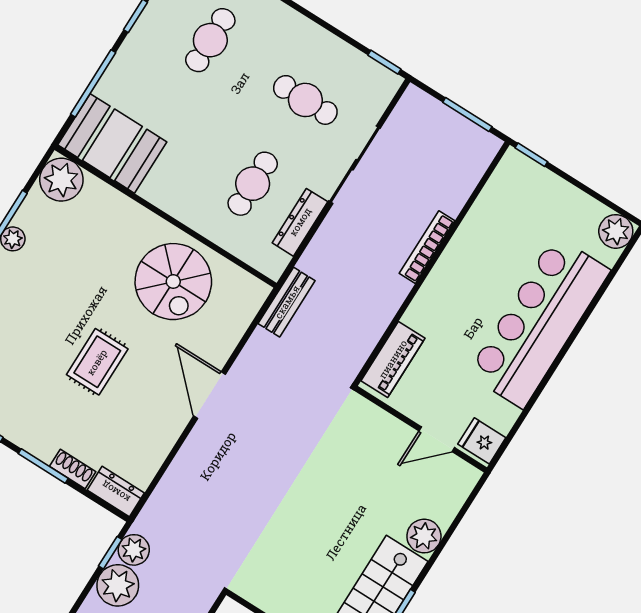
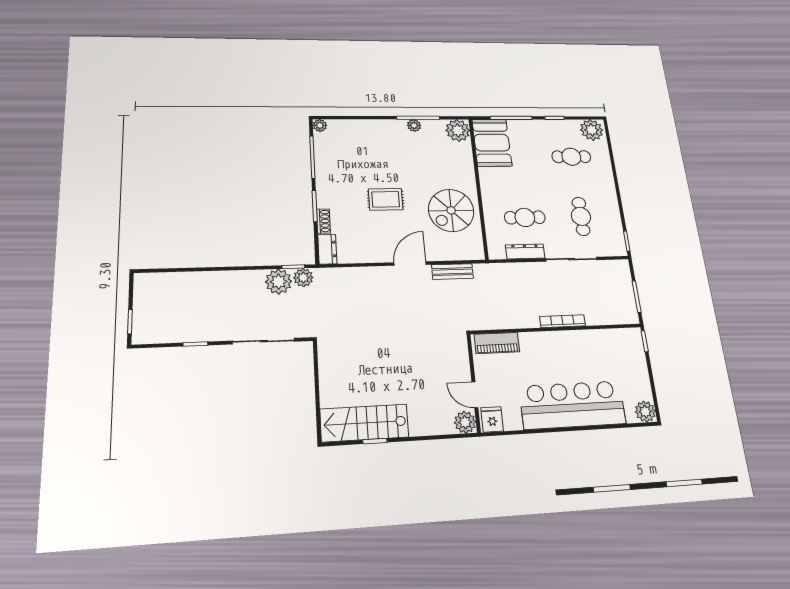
bench: (287, 302) -> (452, 272), moved
plant: (424, 536) -> (465, 422), moved

